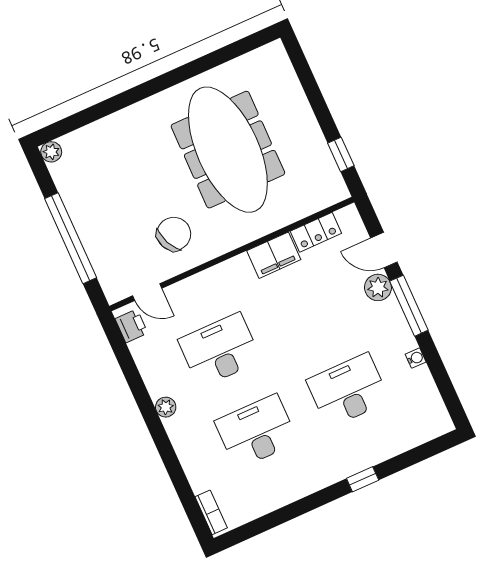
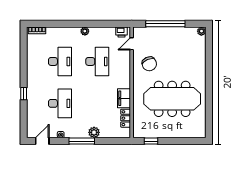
door: (384, 250) -> (42, 141), moved

